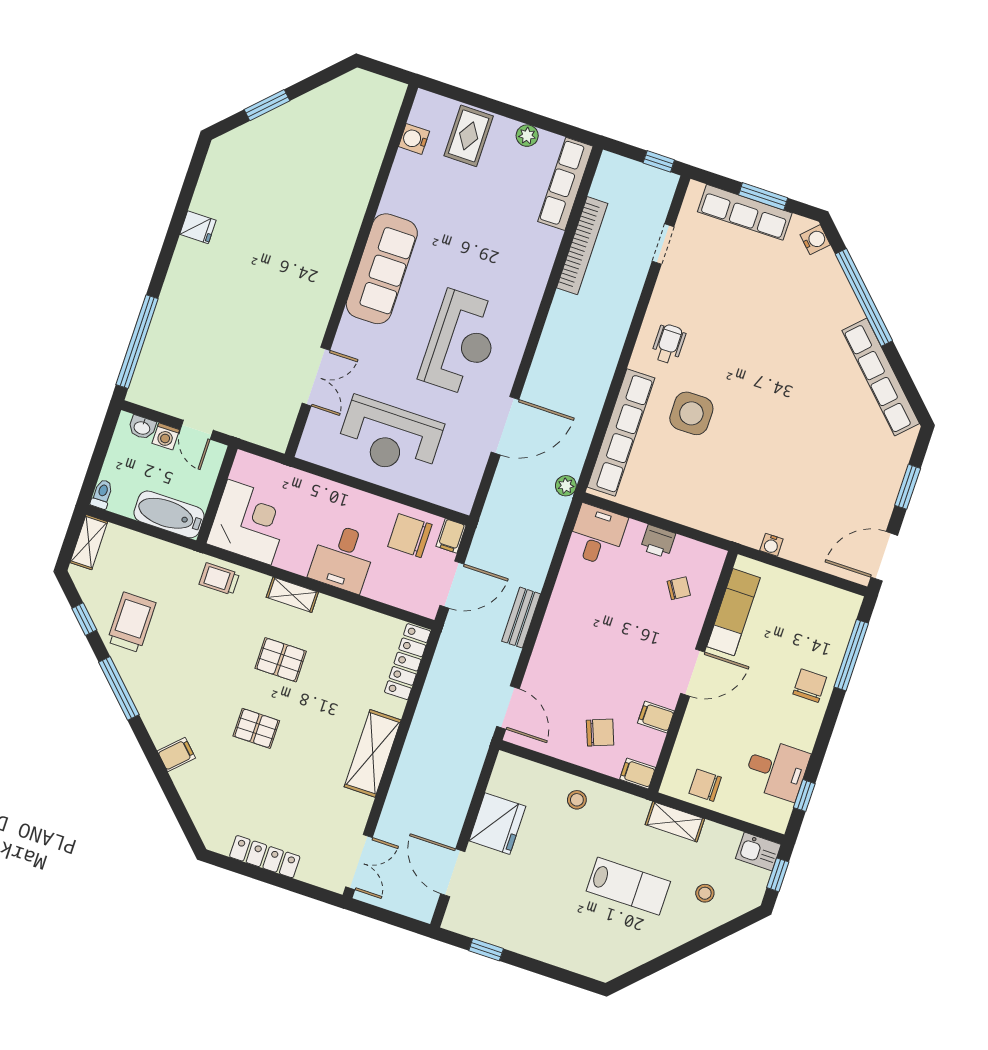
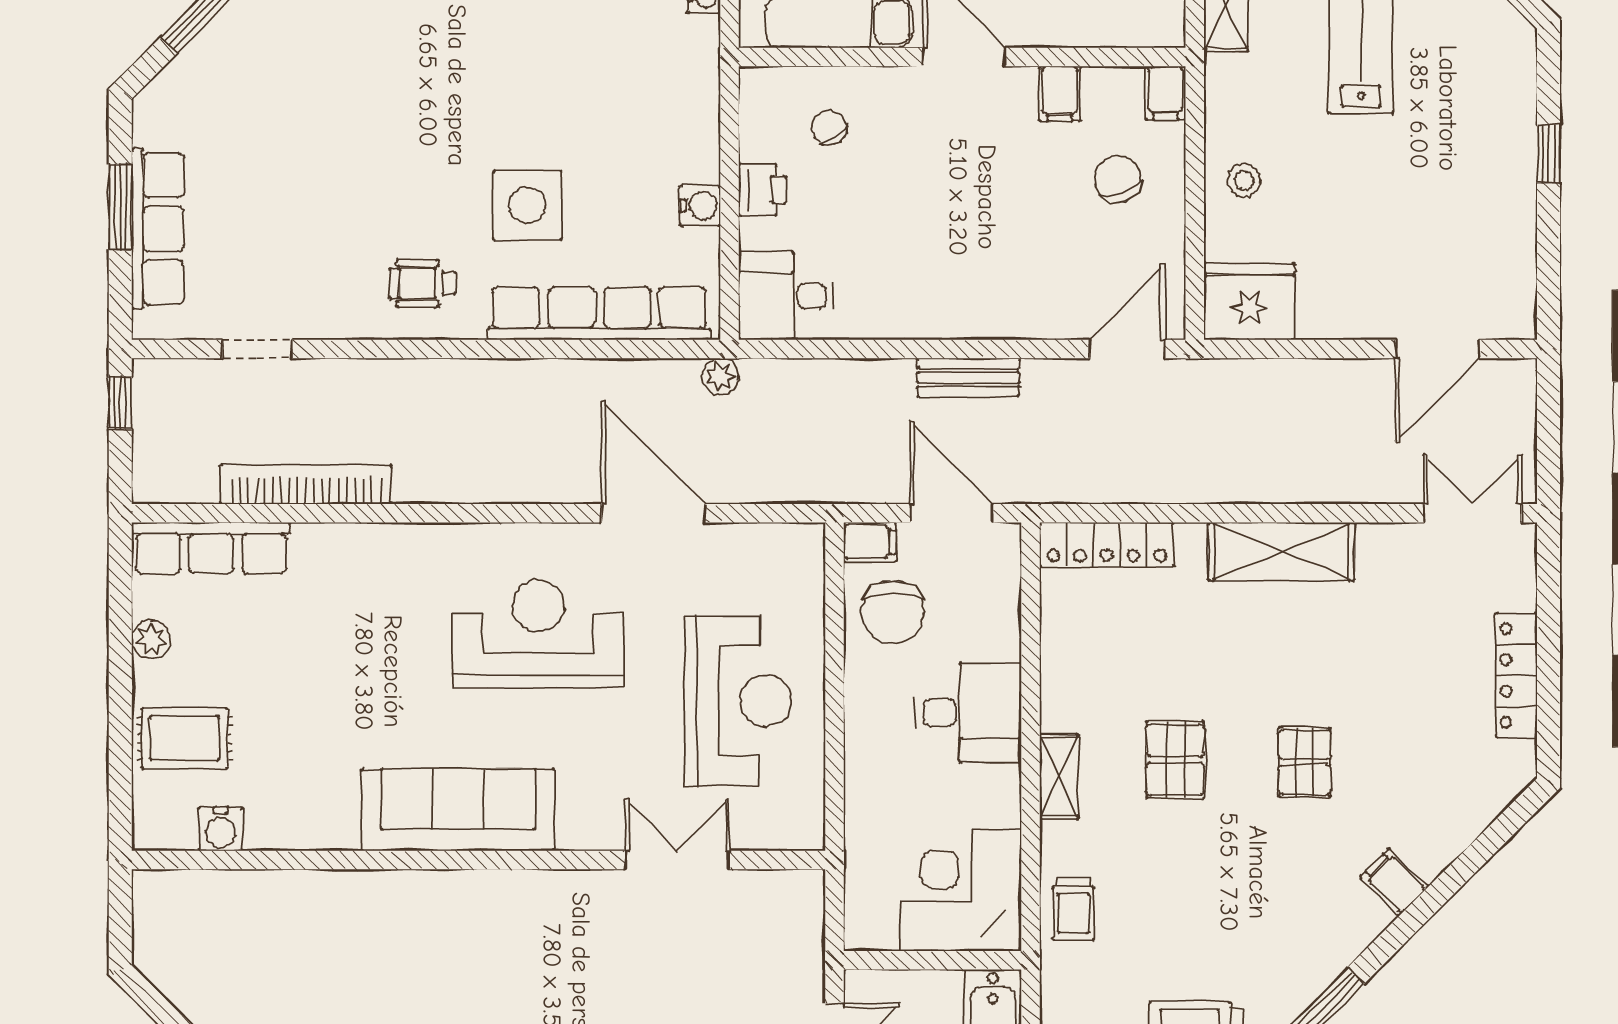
water cooler: (815, 240) -> (700, 206), moved, turned 135
fridge: (497, 824) -> (1249, 301), moved
window: (486, 950) -> (1548, 153), moved

